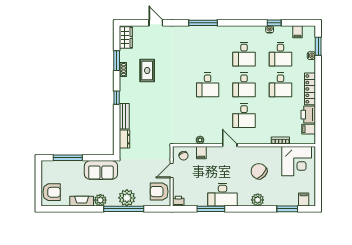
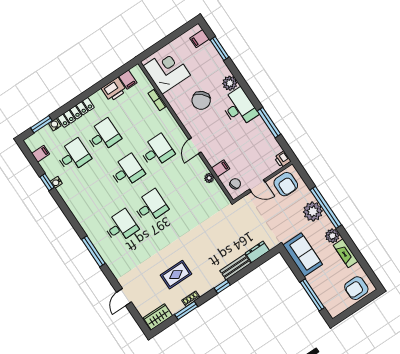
desk: (244, 54) -> (121, 226), moved
locker: (310, 89) -> (76, 112), moved
armchair: (52, 192) -> (356, 288), turned -90
desk: (223, 195) -> (239, 108), moved

